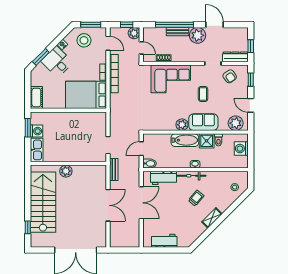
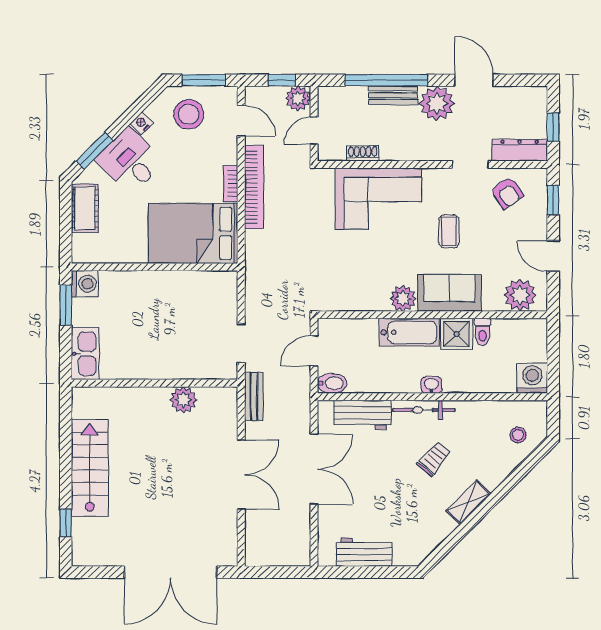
door: (141, 48) -> (314, 131), swing flipped
cot: (36, 98) -> (85, 208), moved
washing machine: (36, 131) -> (85, 284), moved
washing machine: (241, 149) -> (532, 378), moved, turned 90
plant: (66, 171) -> (183, 400), moved
stairs: (43, 202) -> (90, 468), width x0.73, depth x0.66

